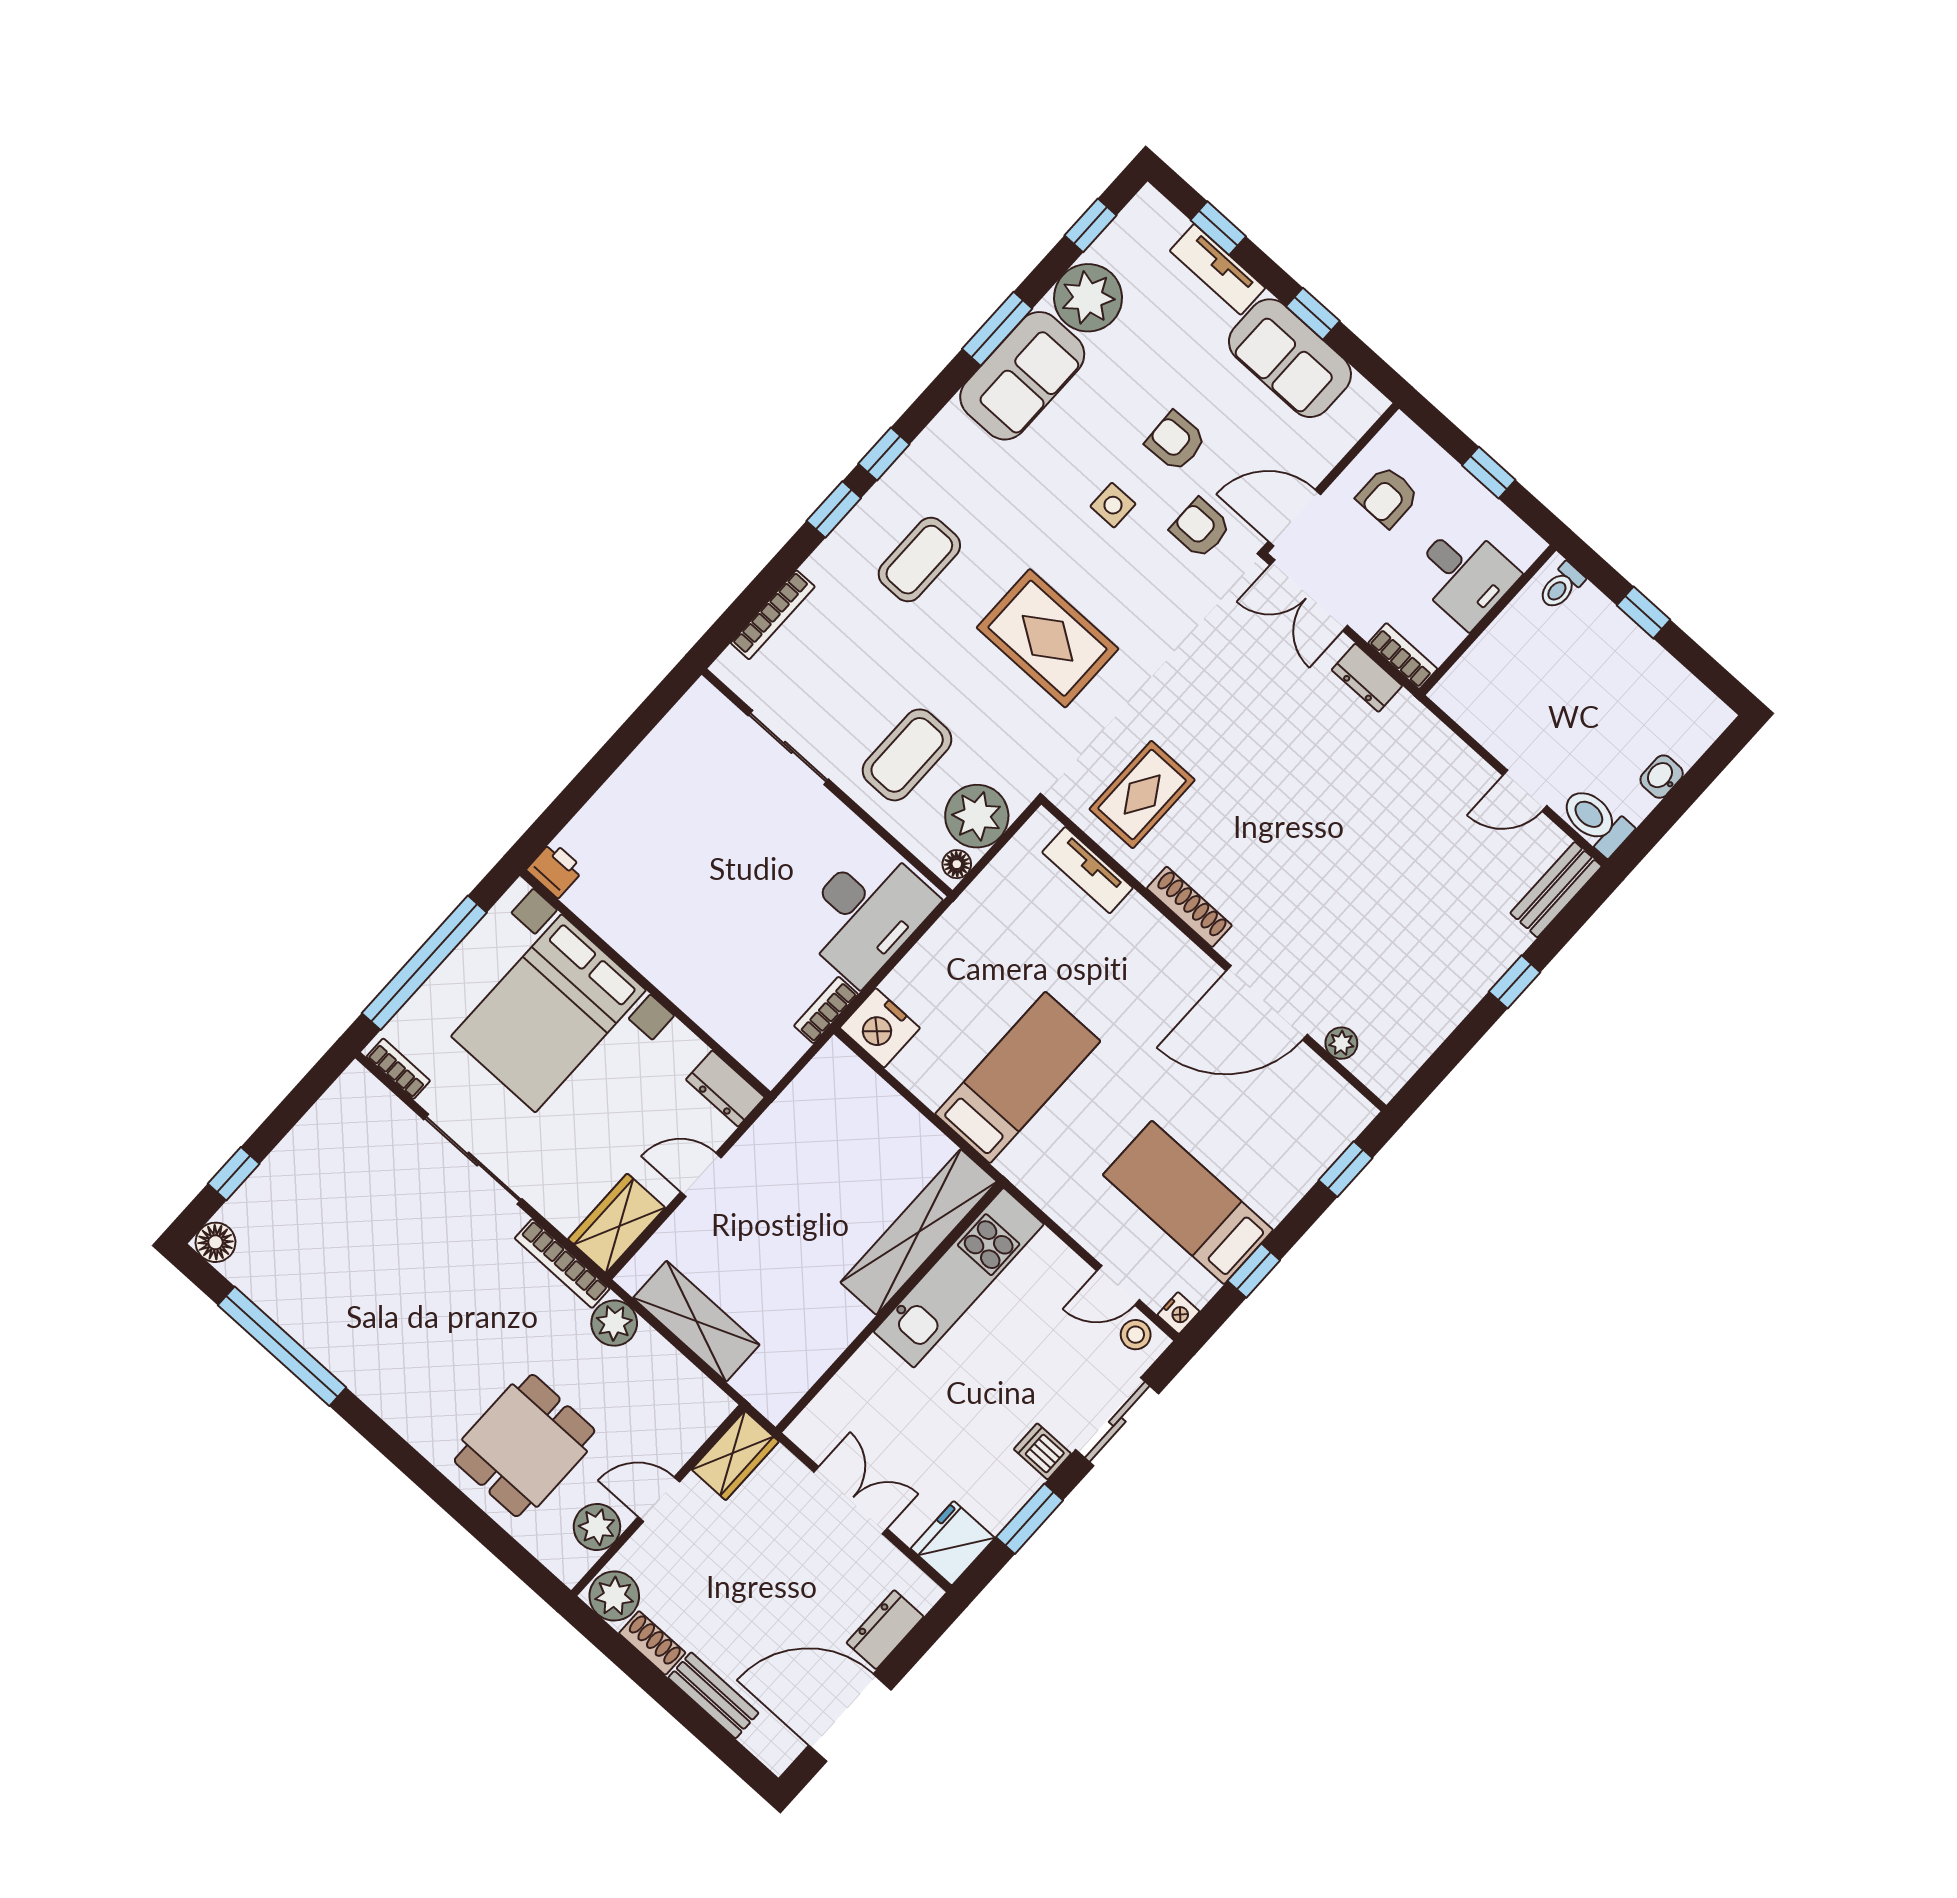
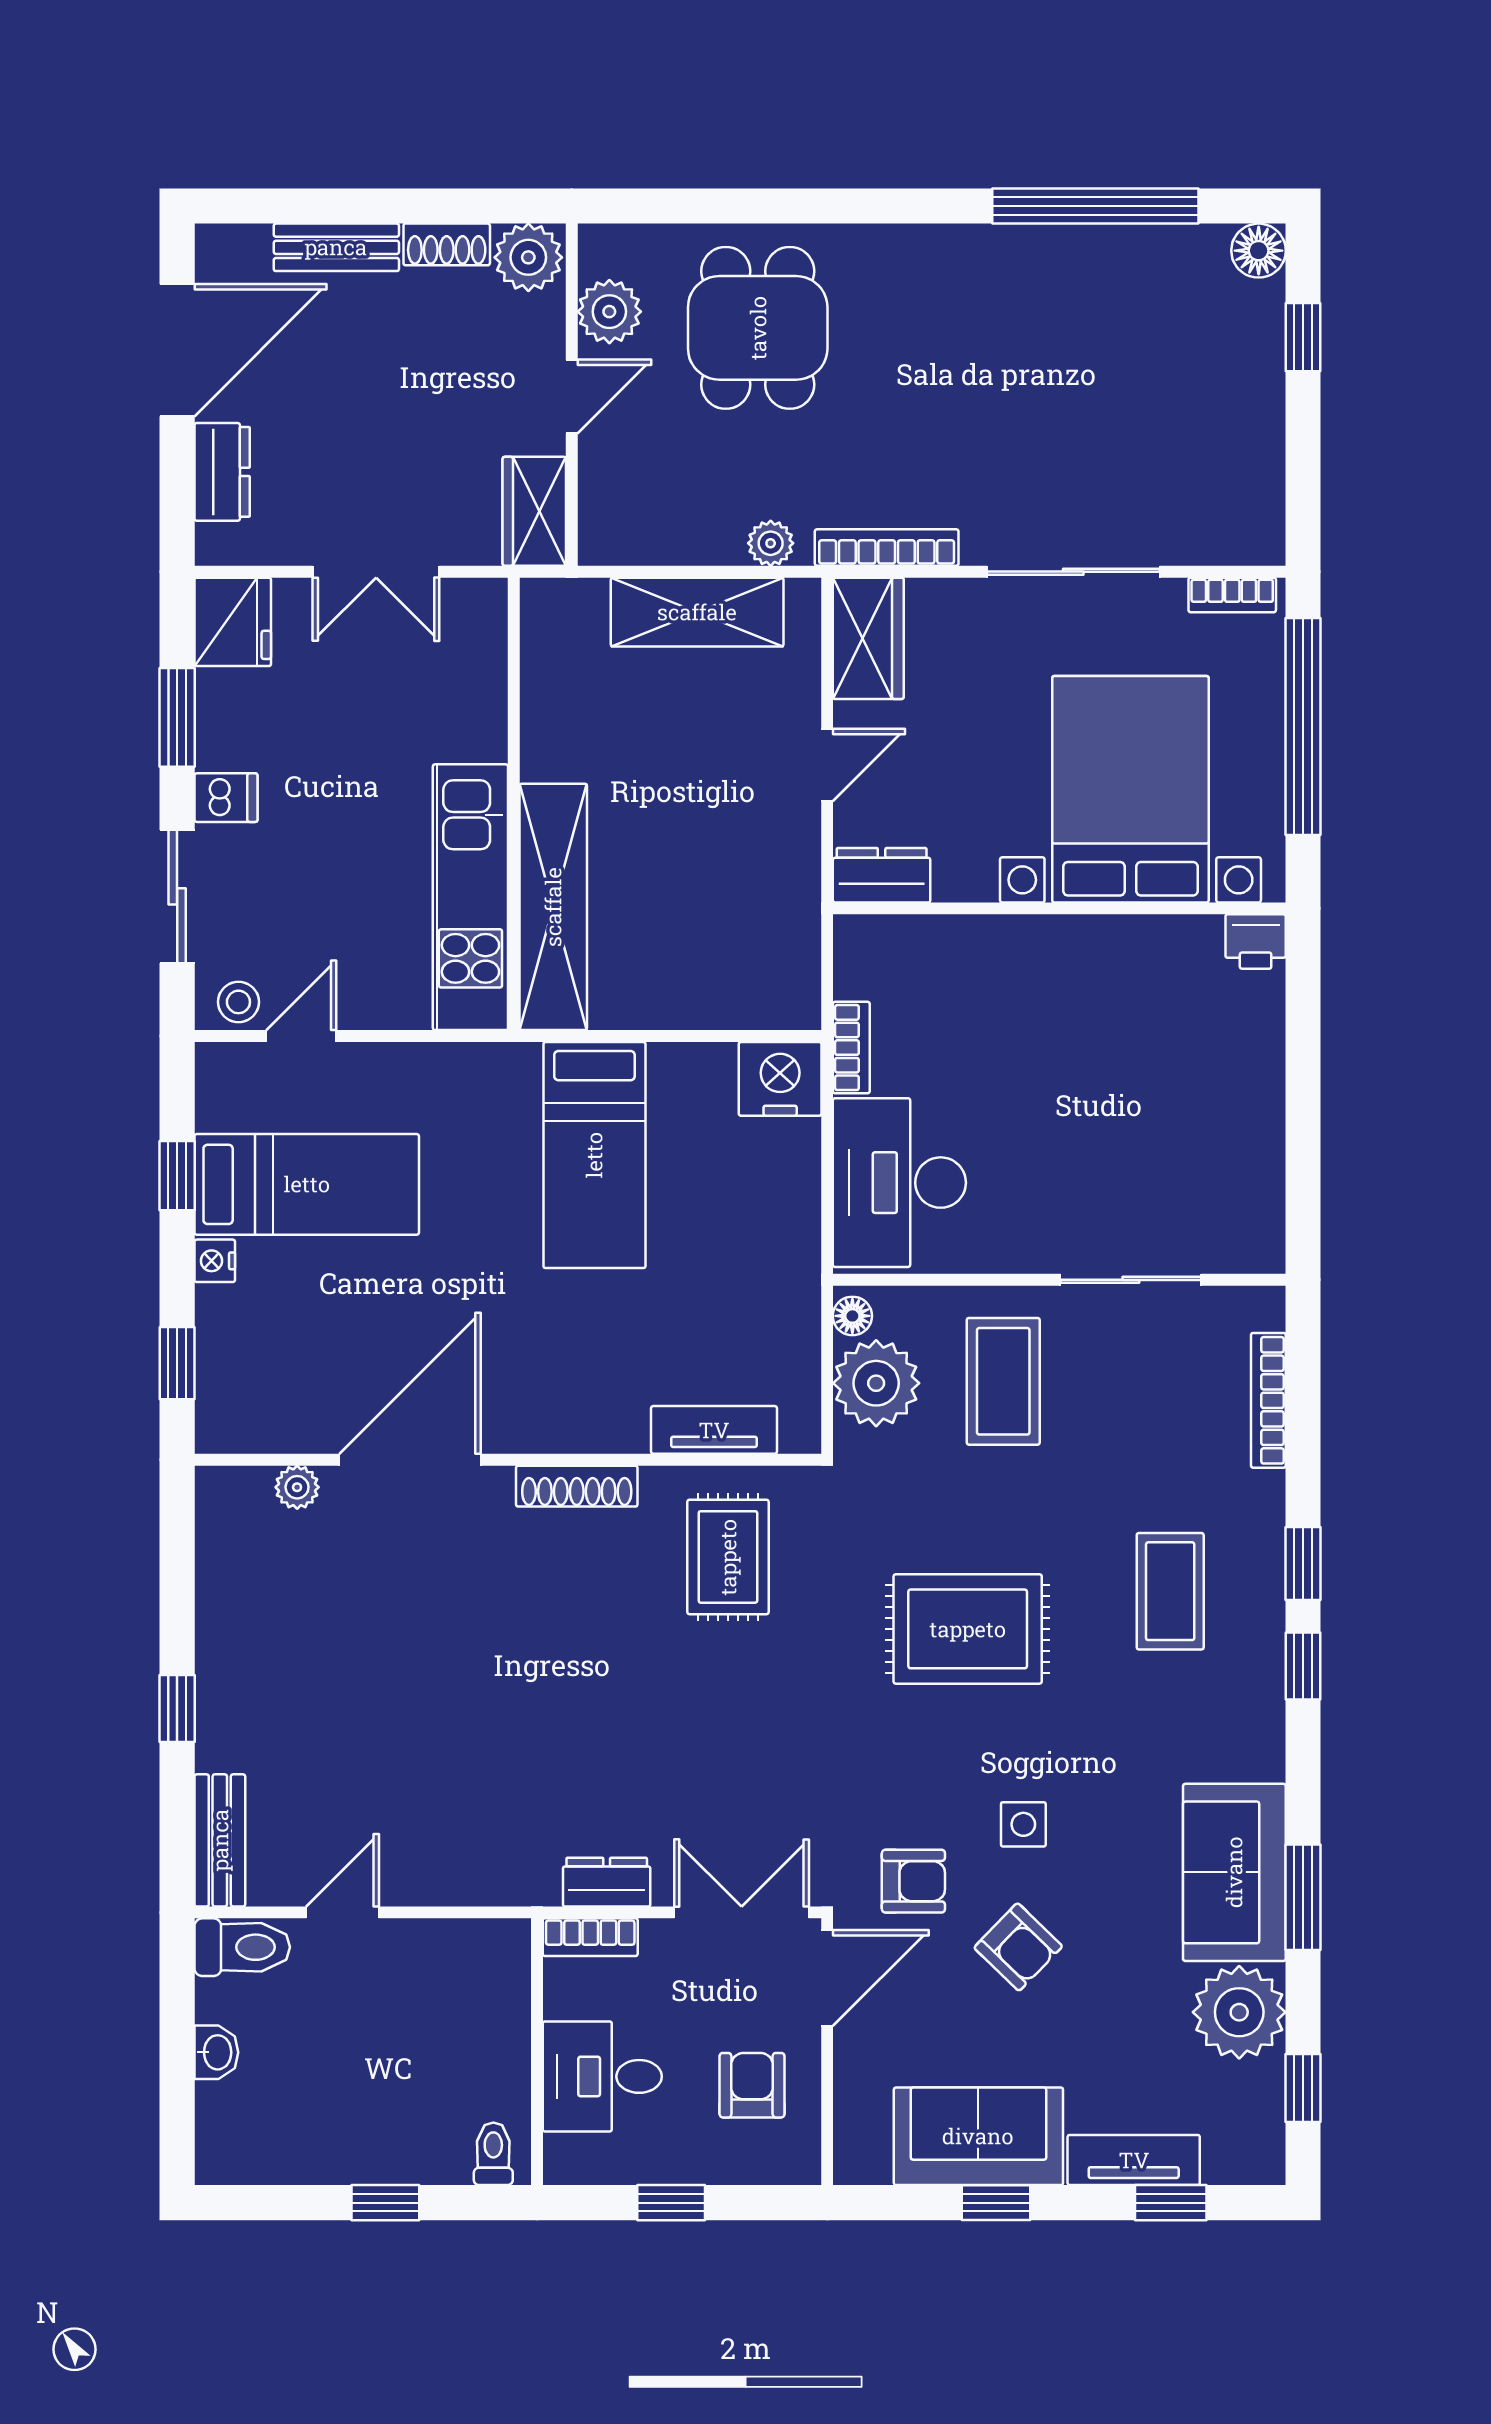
armchair: (1176, 441) -> (1018, 1947), turned 46
nightstand: (1178, 1313) -> (215, 1261), moved
plant: (614, 1323) -> (771, 543), width x0.73, depth x0.73

